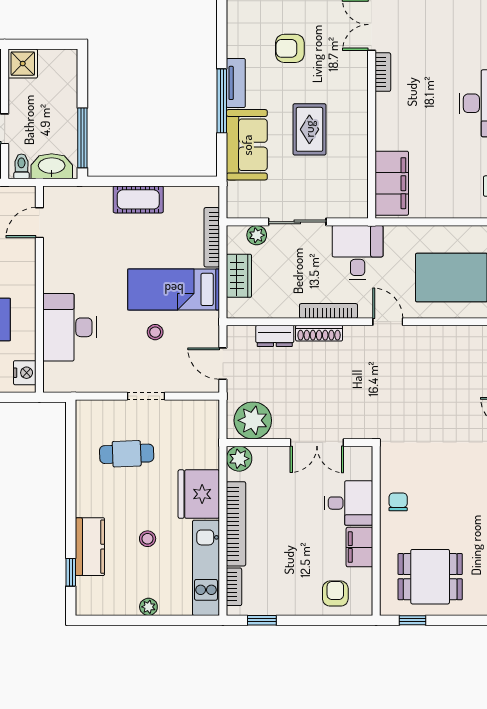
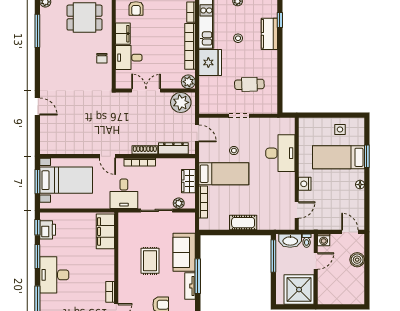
shower: (23, 64) -> (299, 290), width x1.86, depth x1.86
dresser: (275, 336) -> (173, 148), width x1.44
nightstand: (25, 373) -> (305, 184), moved

